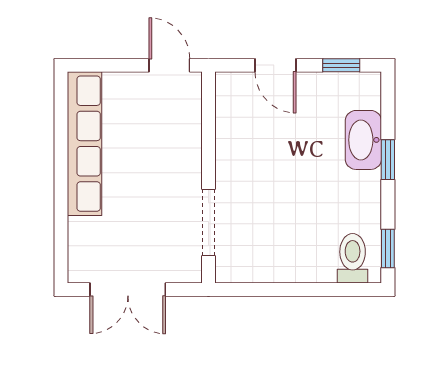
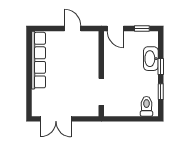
wall: (208, 177) -> (101, 74), moved
doorway: (208, 223) -> (101, 92), moved
window: (388, 248) -> (161, 92), moved

